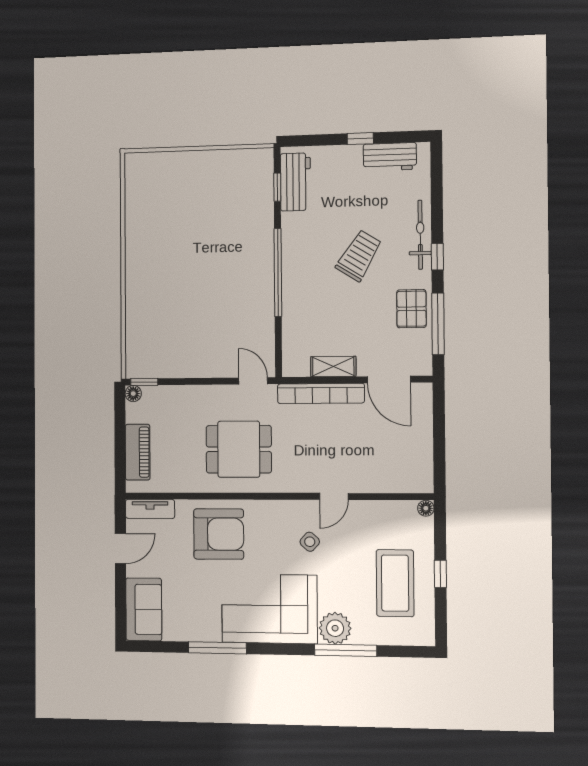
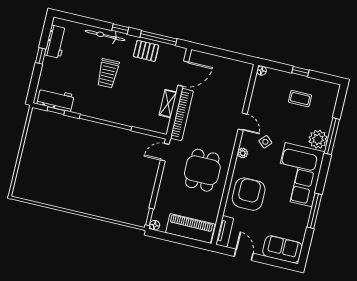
trolley: (359, 256) -> (108, 73), turned -122
piano: (138, 452) -> (190, 228), width x1.37, depth x1.33
plant: (282, 509) -> (243, 153), added
coffee table: (395, 583) -> (300, 99), width x0.54, depth x0.58

